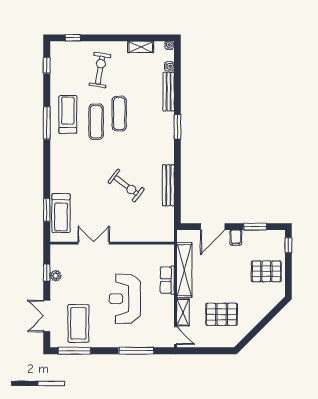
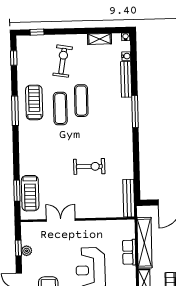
window: (177, 127) -> (135, 111), width x1.44
bench: (168, 185) -> (129, 198), moved
exercise bike: (126, 186) -> (89, 166), turned -37

